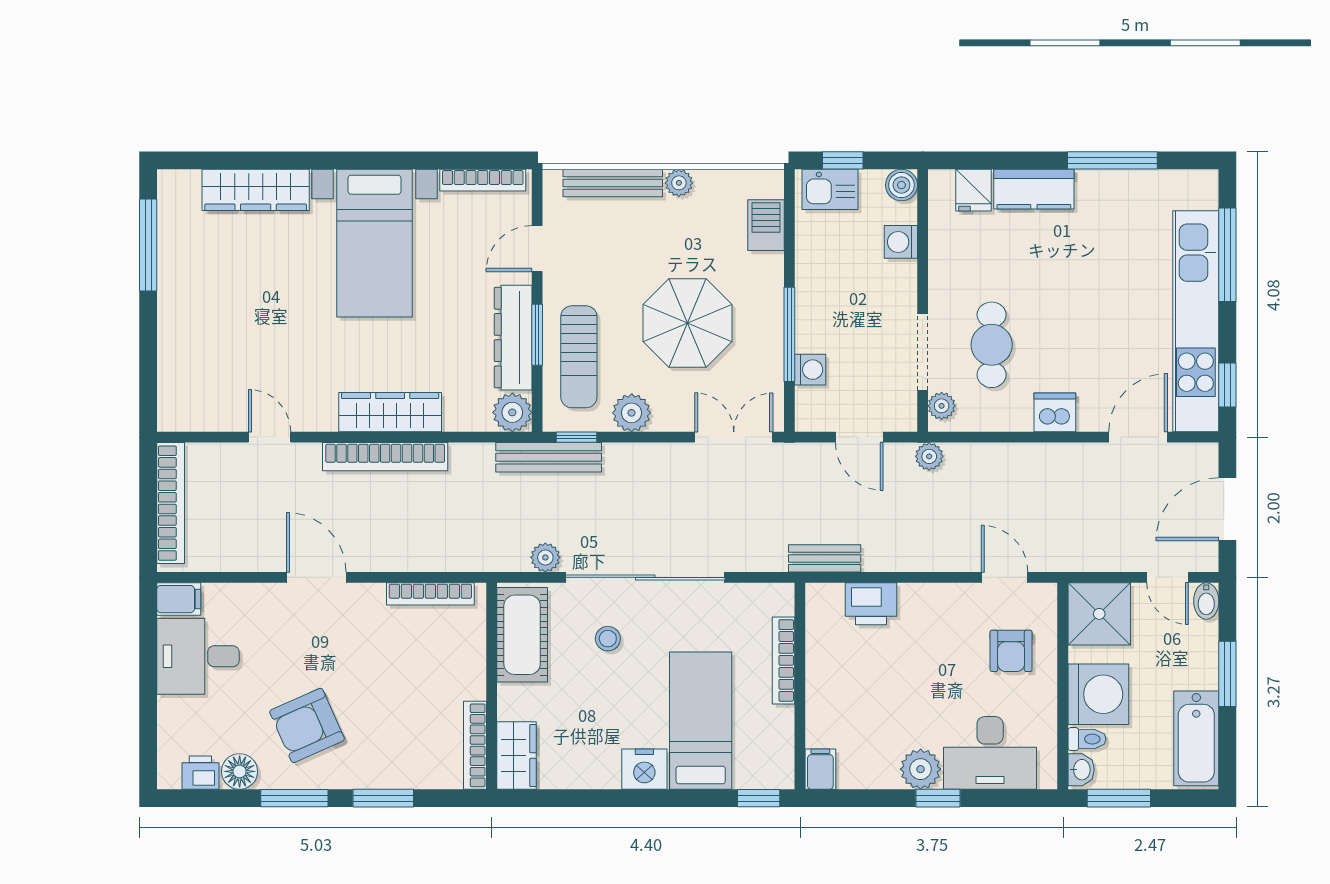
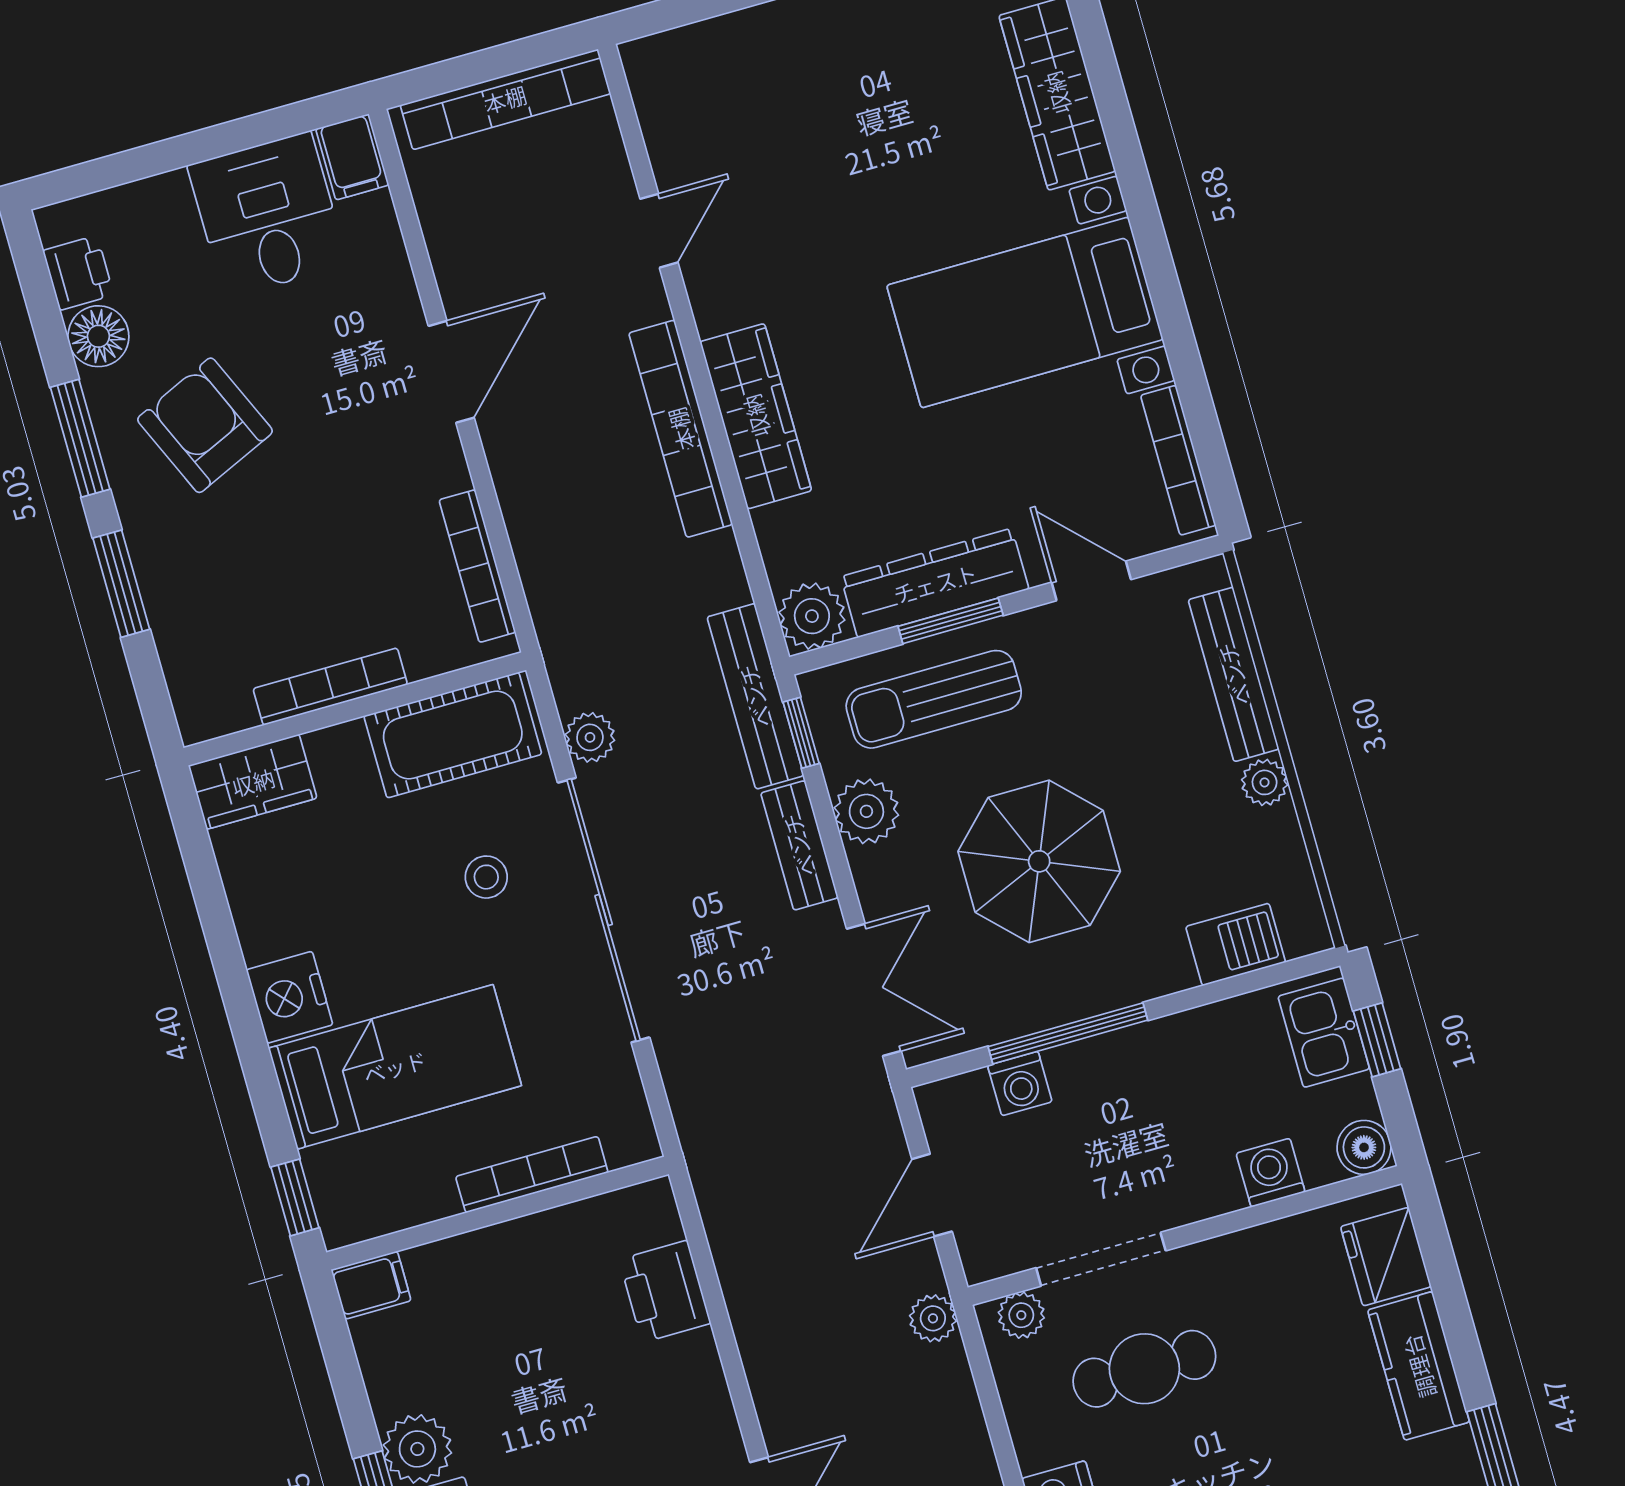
fridge: (974, 190) -> (1386, 1257), width x1.38
bench: (825, 558) -> (799, 845), moved
bookcase: (475, 745) -> (330, 687), moved

